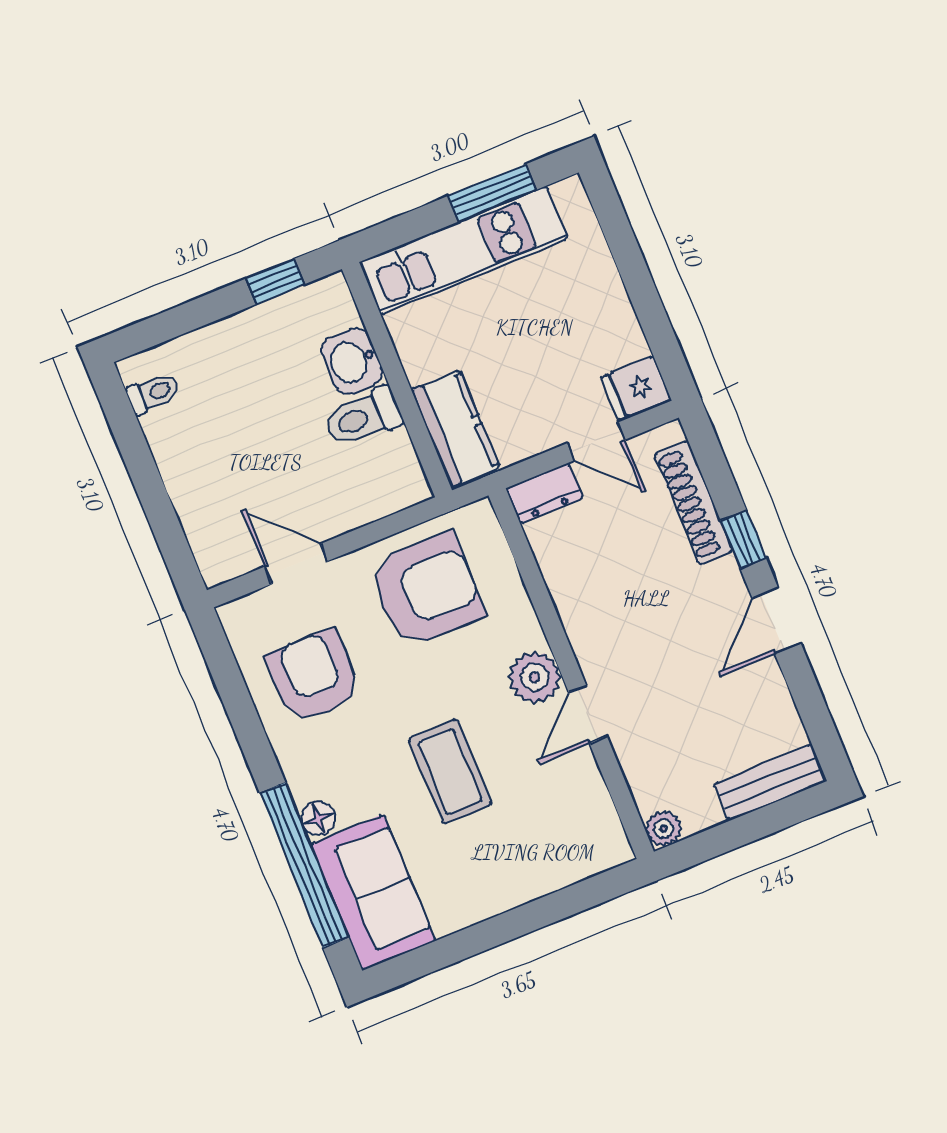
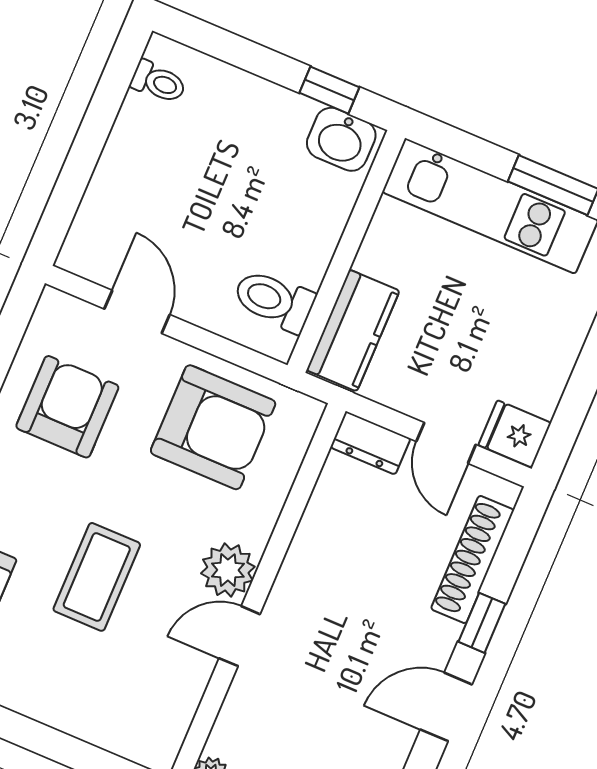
washbasin: (352, 361) -> (341, 139), moved, turned -90
toilet: (363, 417) -> (274, 300), moved

